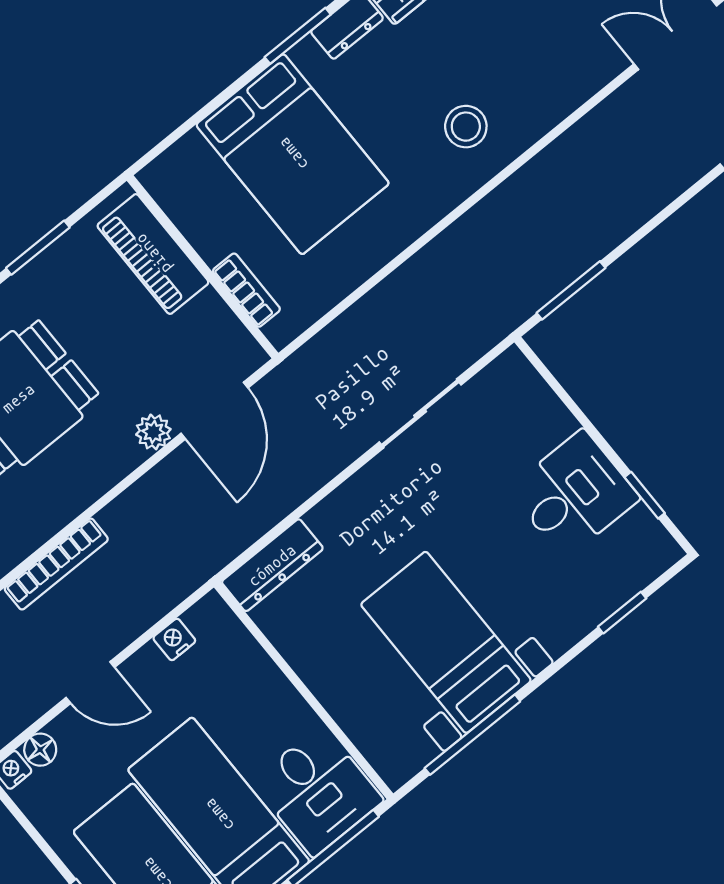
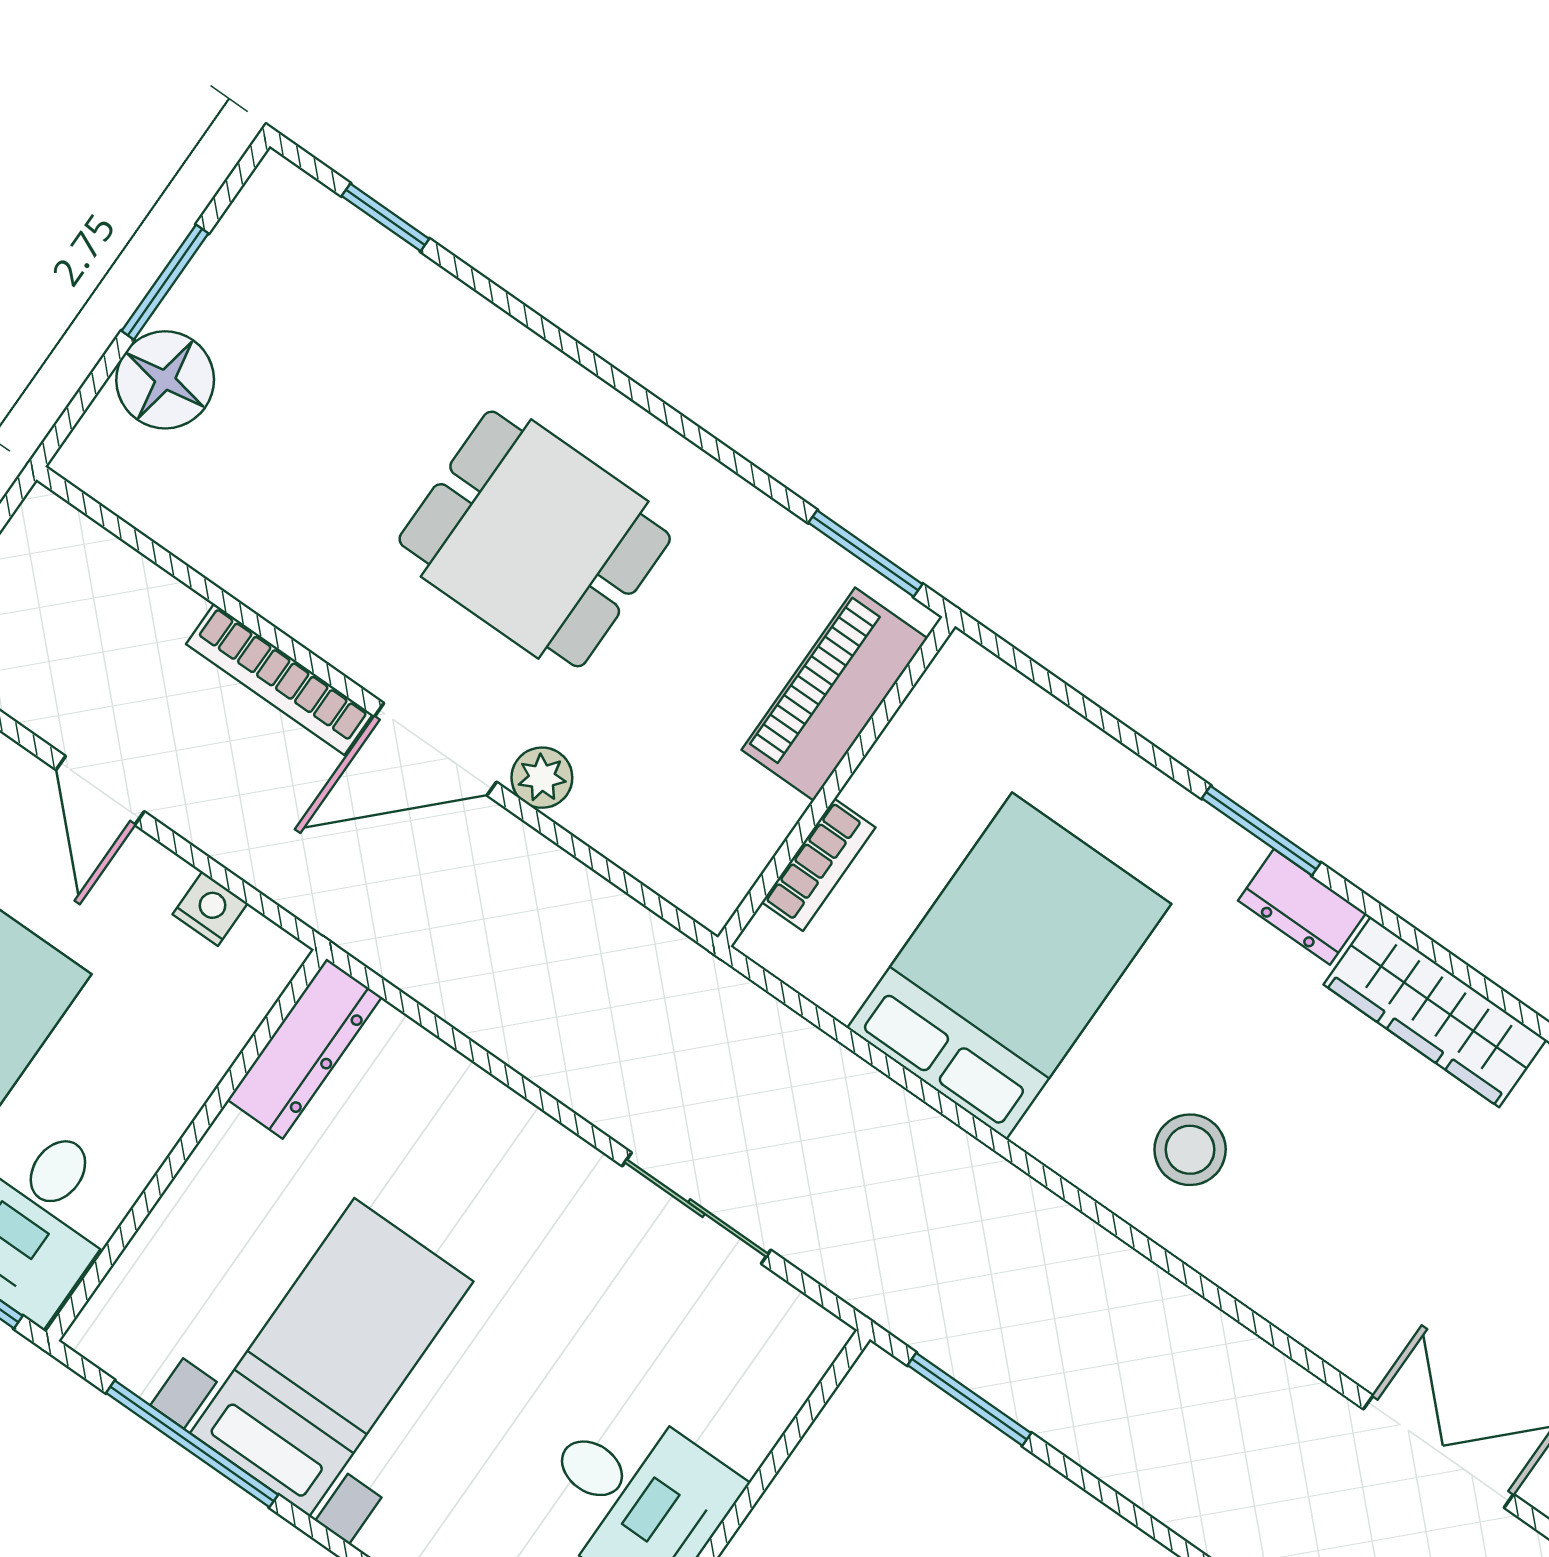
bed: (293, 154) -> (1009, 966), moved, turned 180
window: (38, 248) -> (865, 553), moved
door: (214, 411) -> (435, 749), moved
dresser: (272, 565) -> (305, 1048), moved, turned -90

